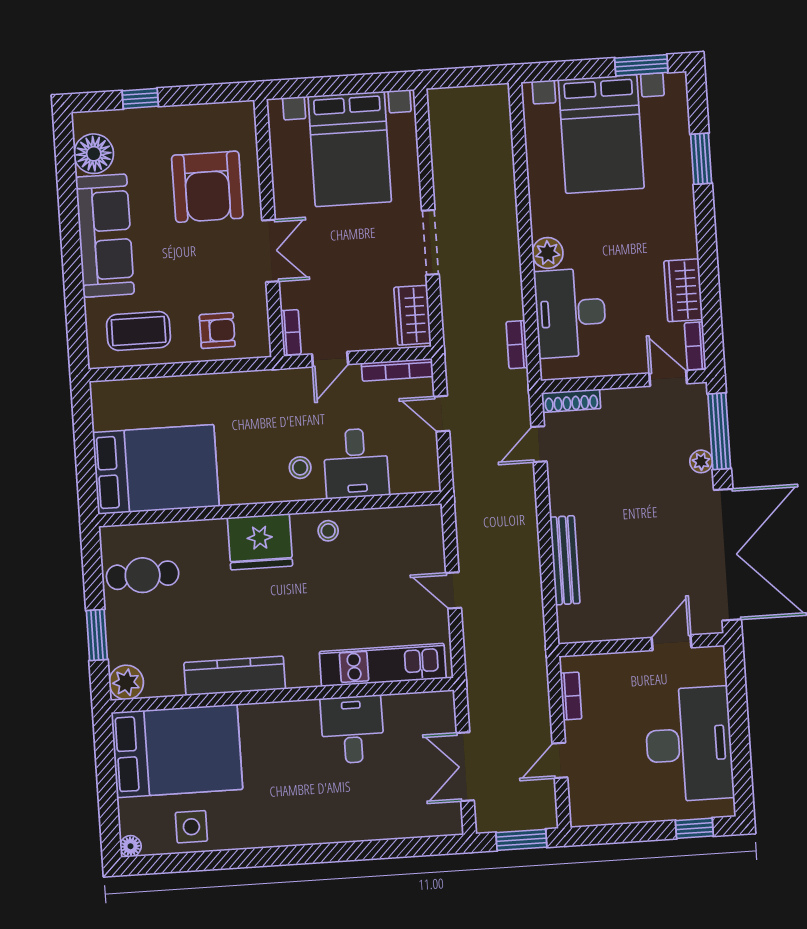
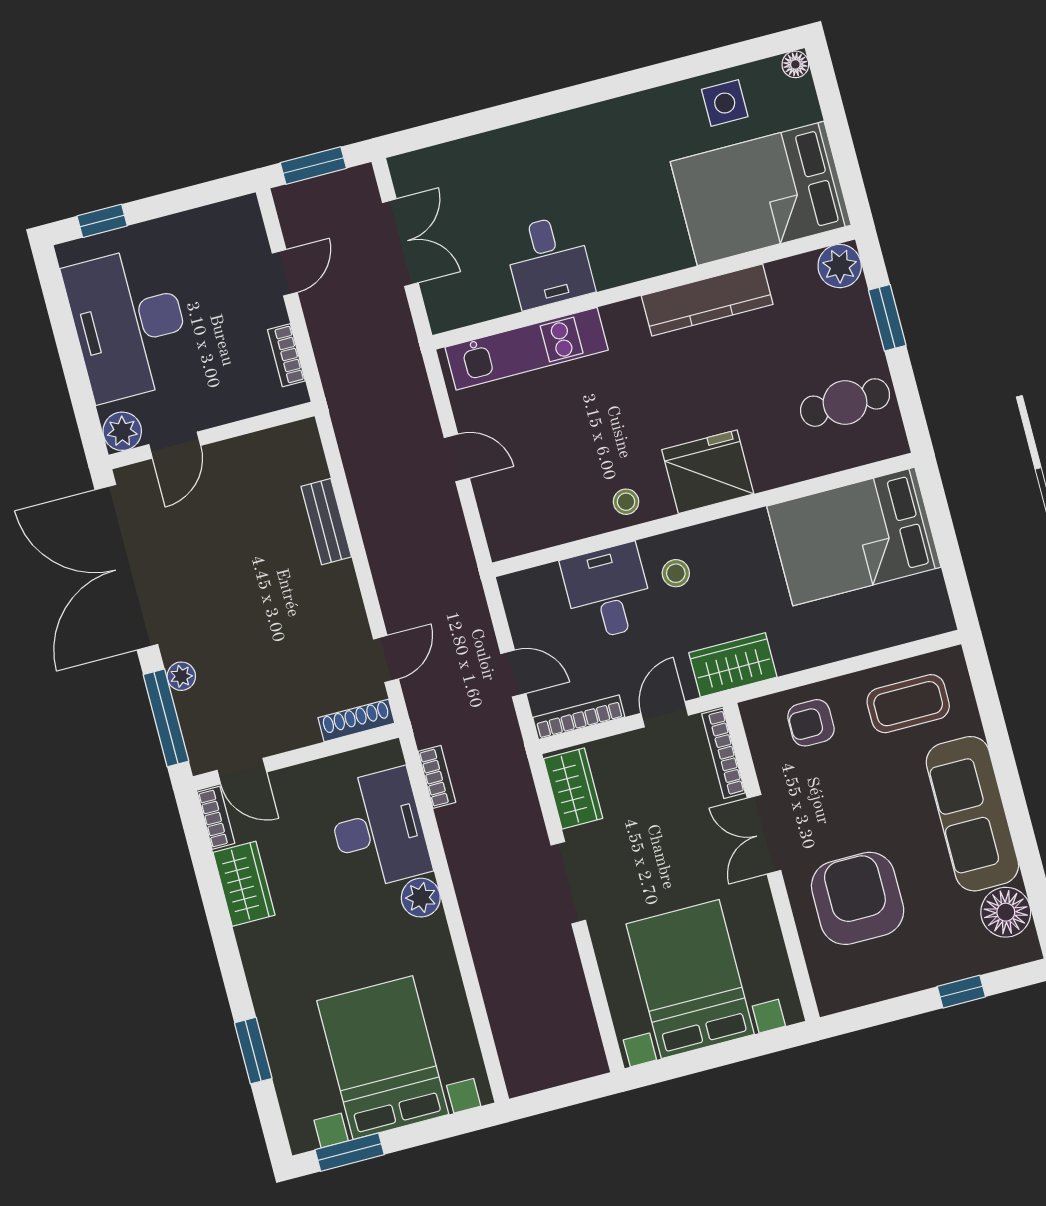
bookcase: (291, 332) -> (724, 753), width x1.56
wardrobe: (269, 388) -> (733, 665), added
bench: (565, 560) -> (326, 522), width x0.73
plant: (710, 661) -> (122, 431), added

